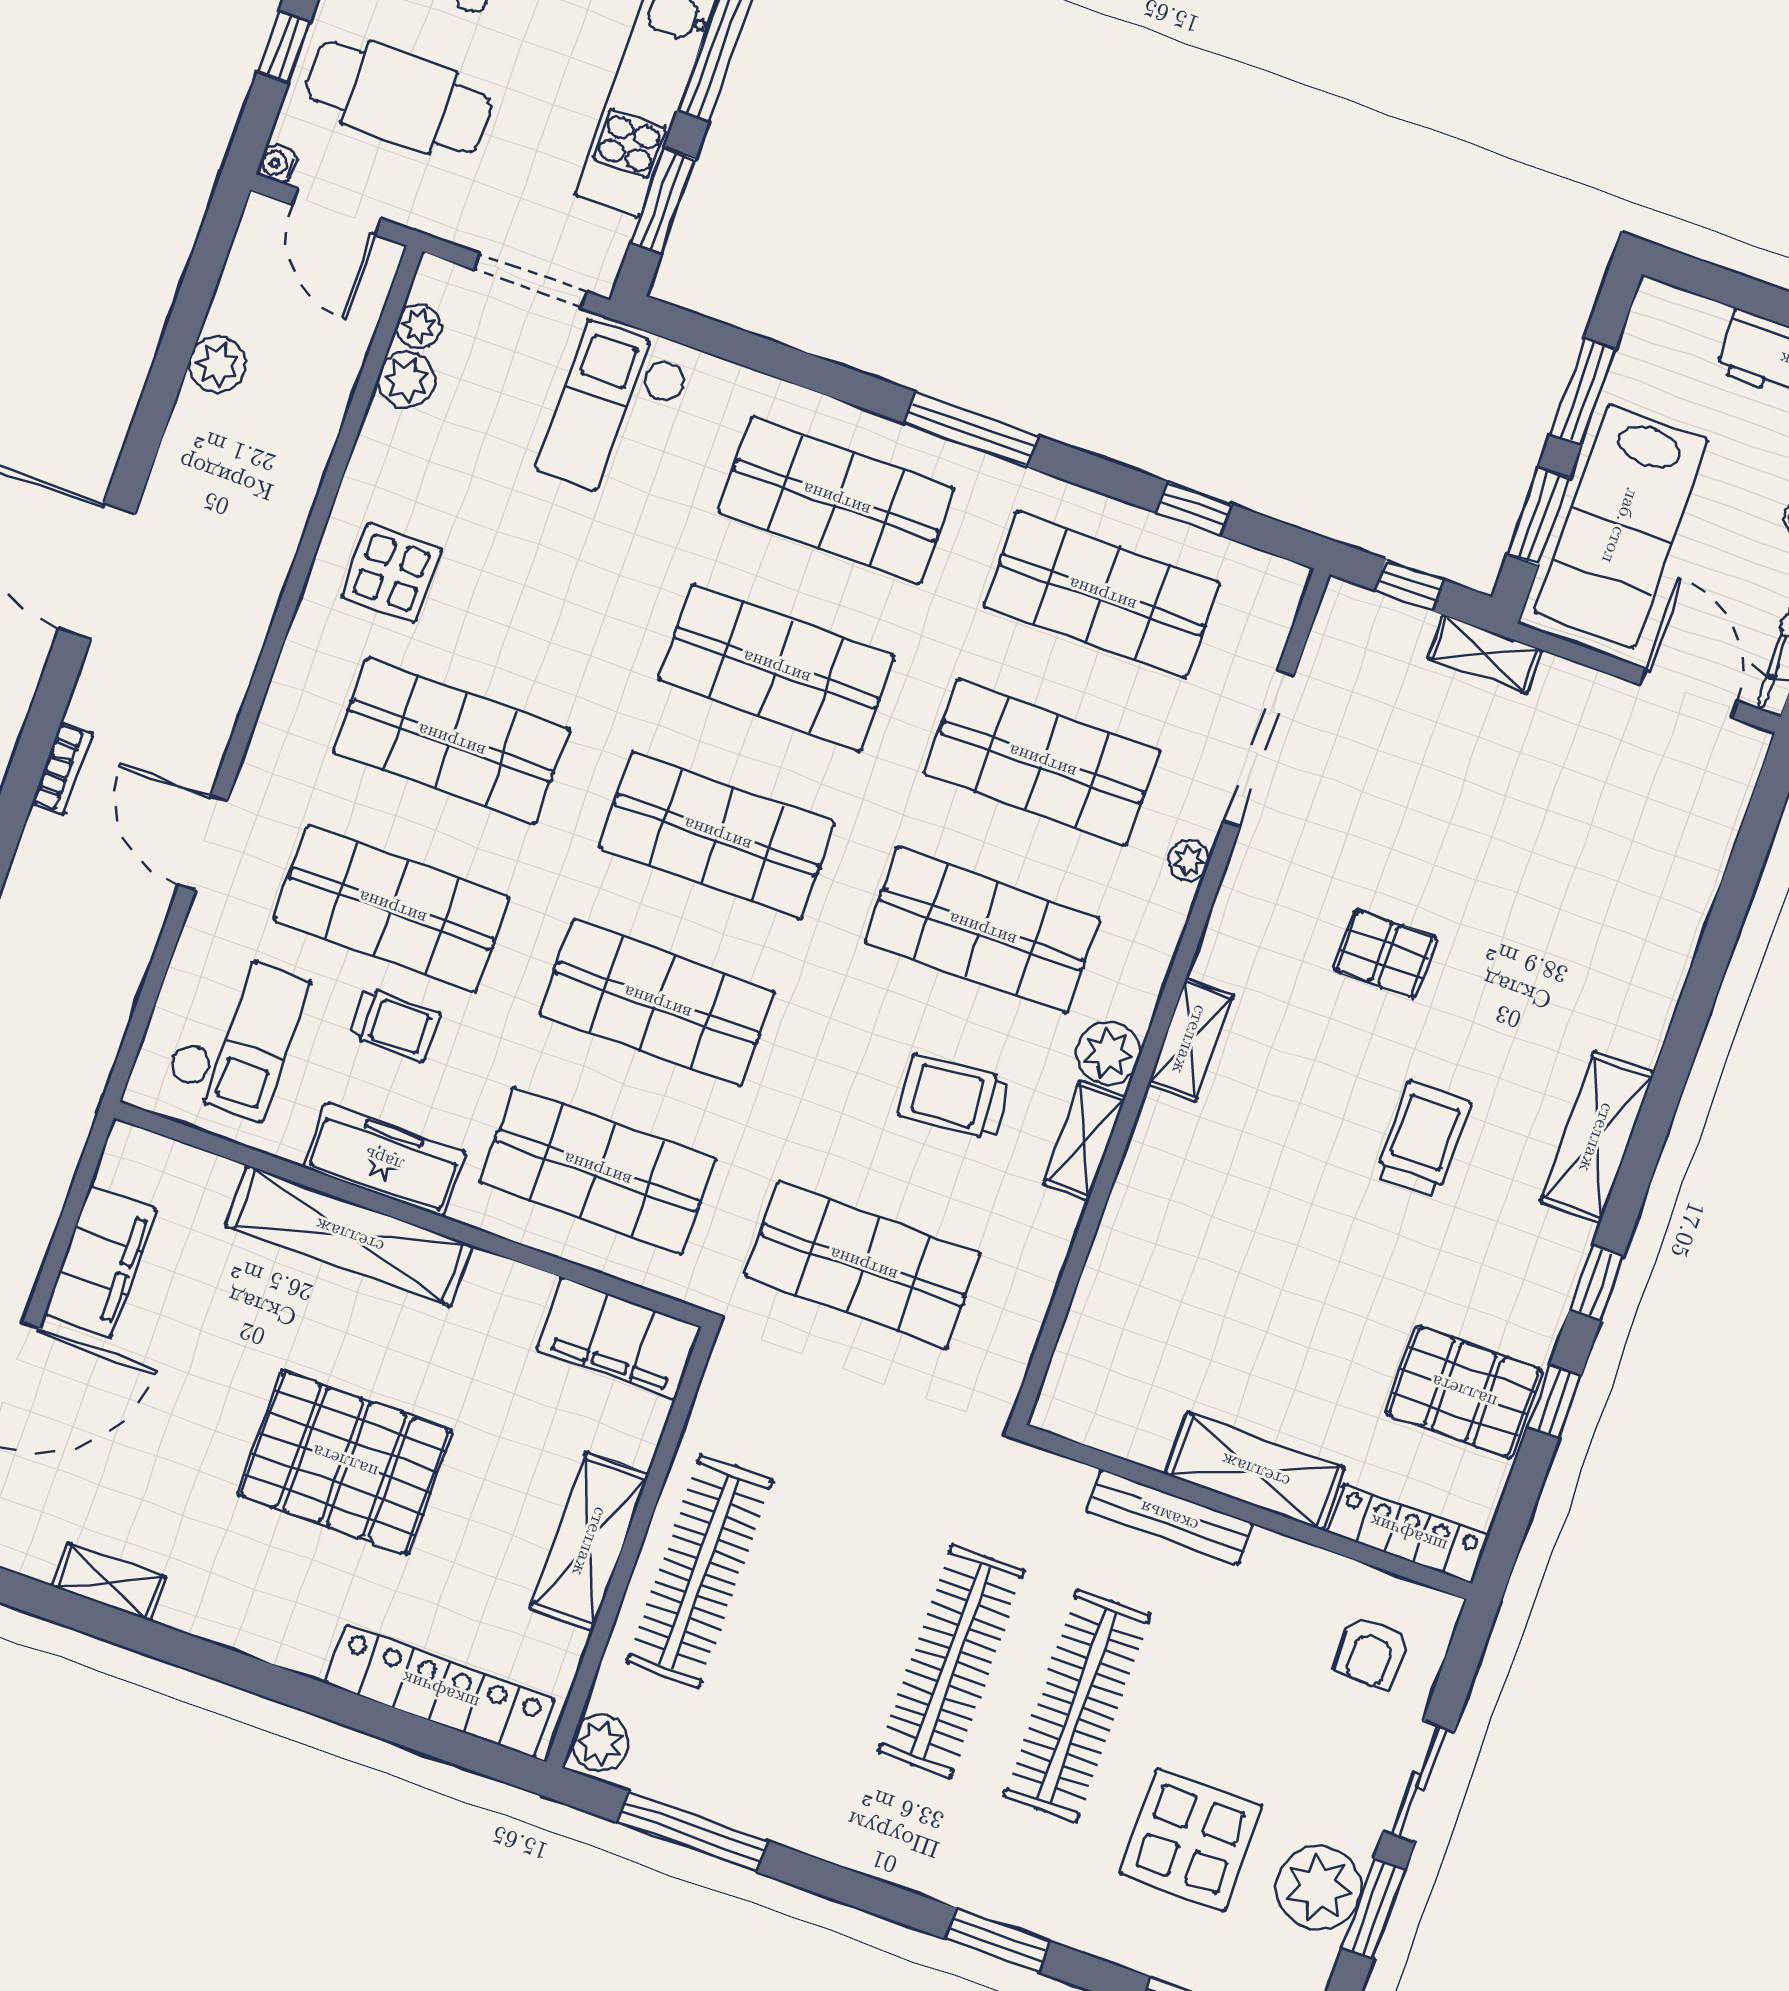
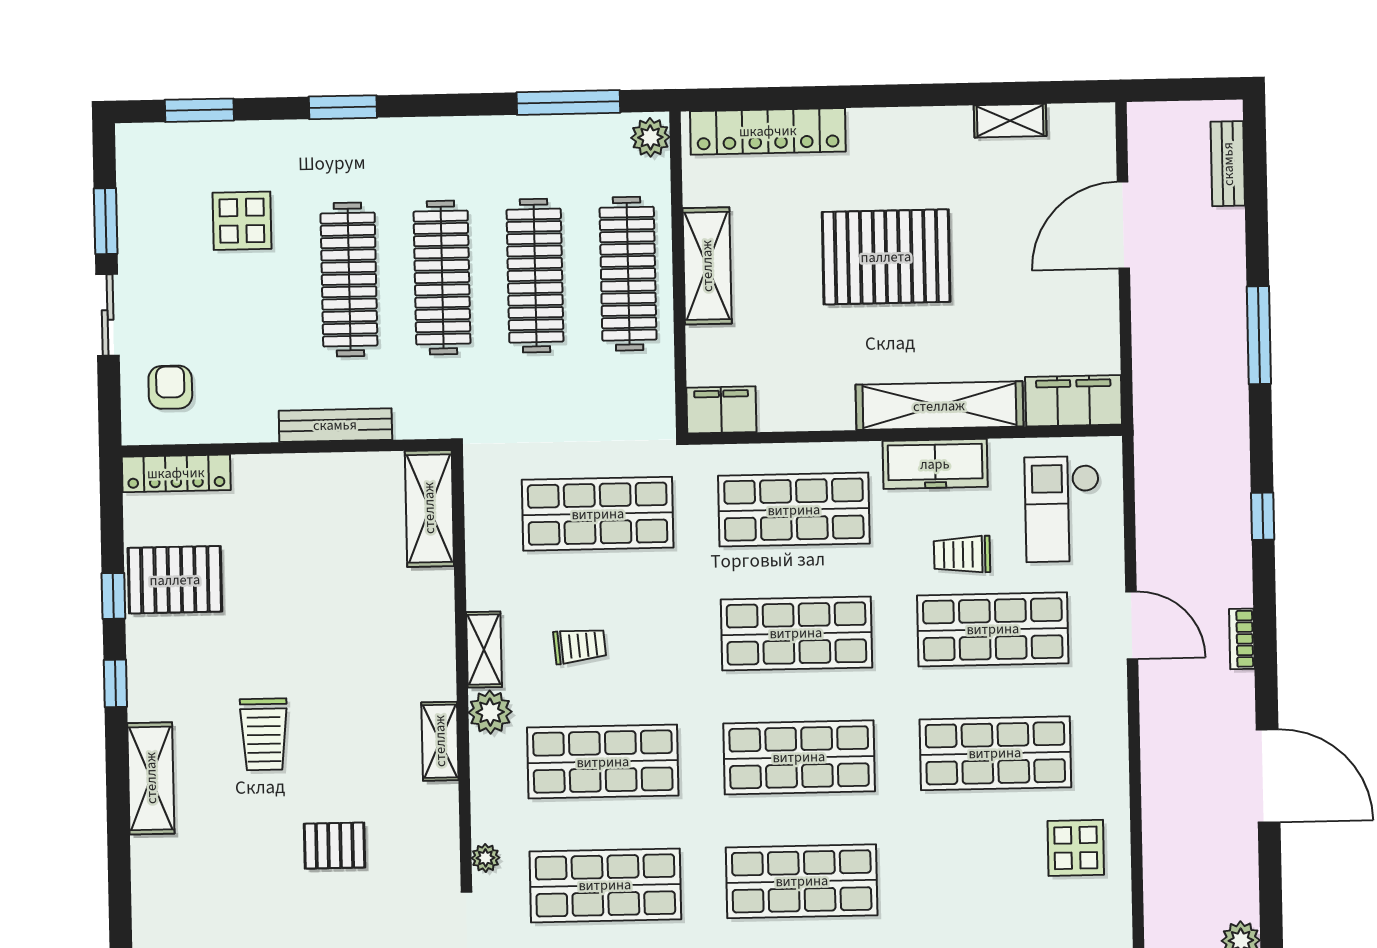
trolley: (954, 1097) -> (580, 646), width x0.73, depth x0.72
filing cabinet: (100, 1261) -> (1074, 401), moved, turned 90
filing cabinet: (619, 1338) -> (721, 410), width x0.67, depth x0.86
shelving: (1255, 1471) -> (429, 508), moved, turned 90
clothes rail: (825, 1616) -> (535, 276), added
display table: (1191, 1839) -> (242, 221), width x0.73, depth x0.73
plant: (1319, 1888) -> (146, 221), removed

